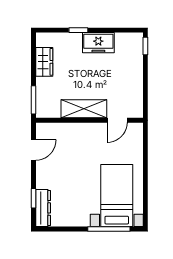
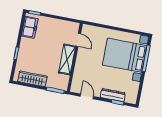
freezer: (98, 43) -> (30, 27), moved
wardrobe: (44, 62) -> (32, 79), width x1.50
bed with nightstands: (117, 195) -> (125, 55), width x1.36
dresser: (43, 208) -> (113, 95), moved

